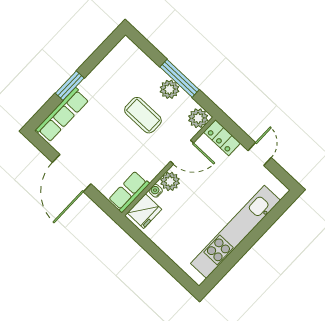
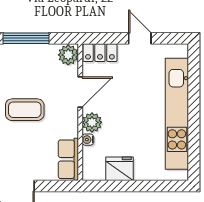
plant: (169, 89) -> (26, 54), removed
coffee table: (143, 115) -> (25, 110), moved
fridge: (144, 211) -> (120, 169), moved, turned -90

